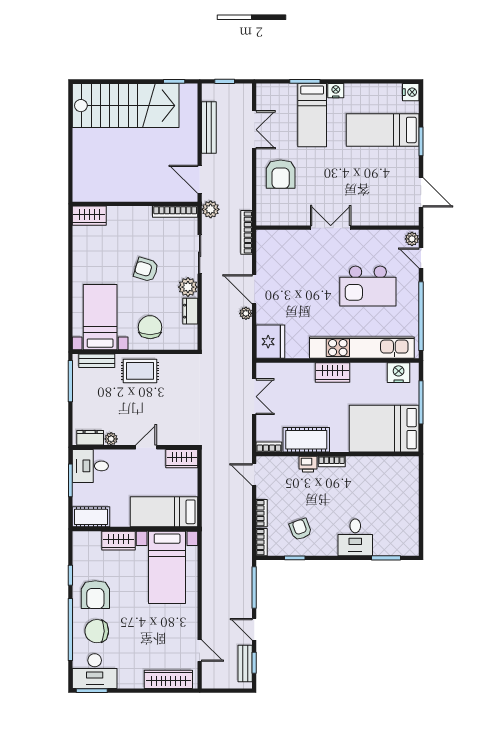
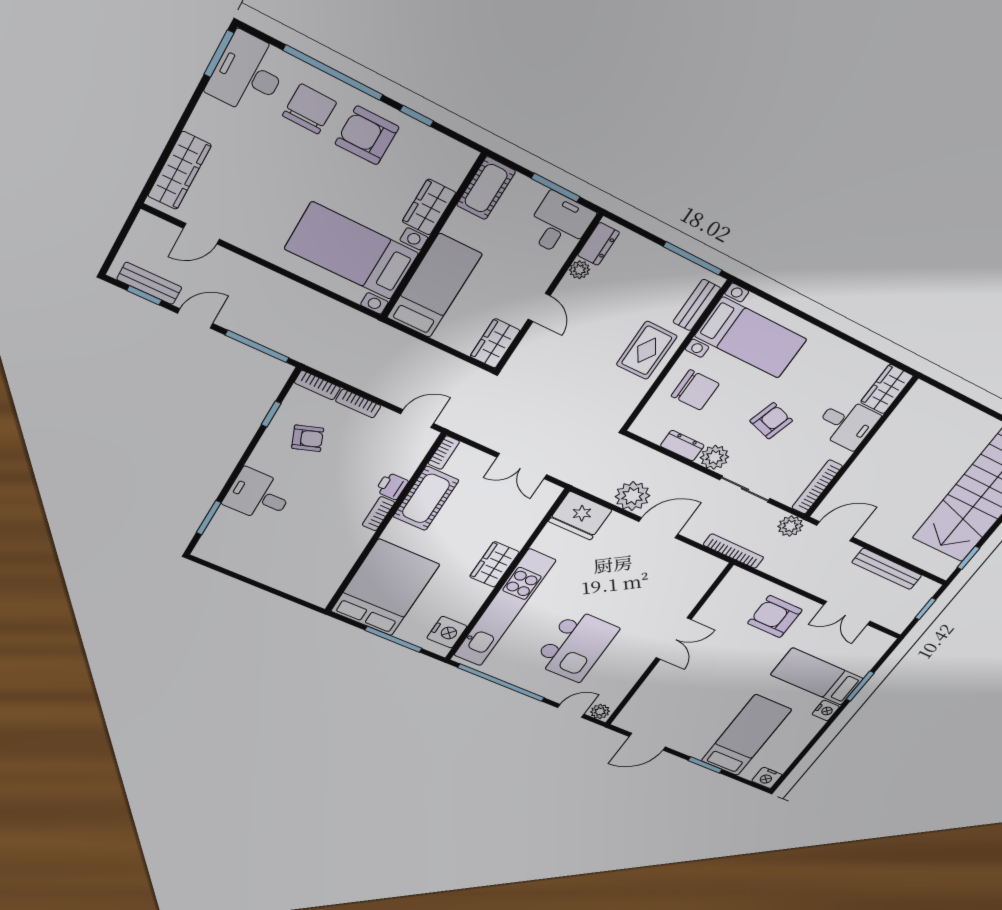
desk: (124, 224) -> (847, 423), added
kitchen island: (368, 286) -> (576, 646), turned 180
plant: (246, 313) -> (633, 496), width x1.88, depth x1.88

